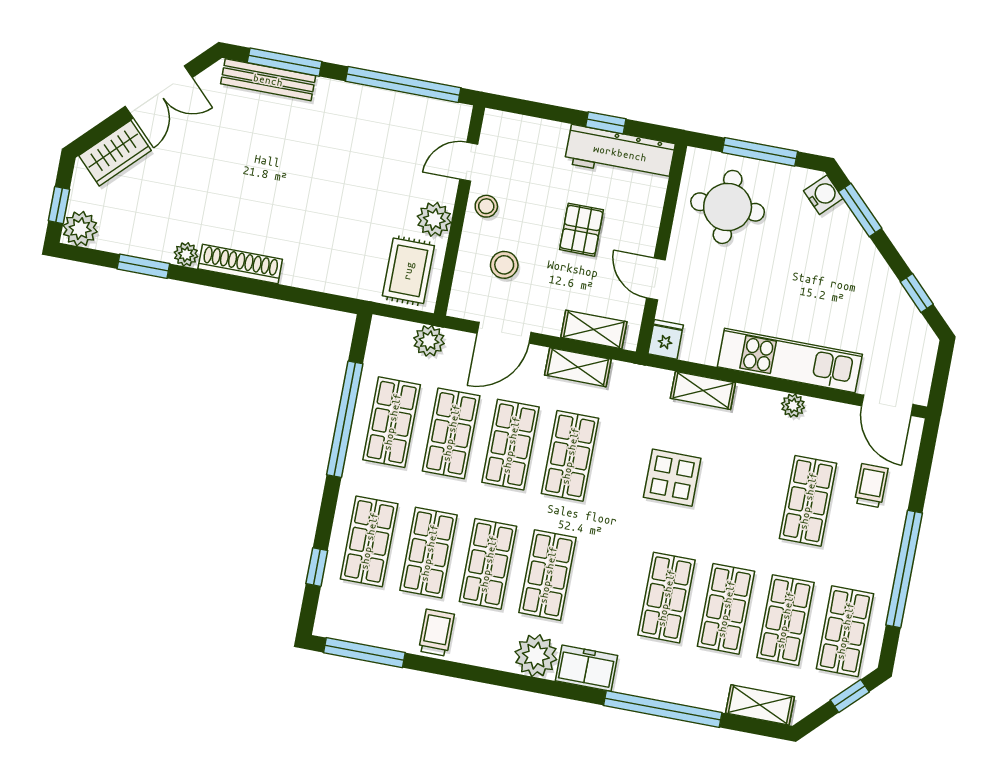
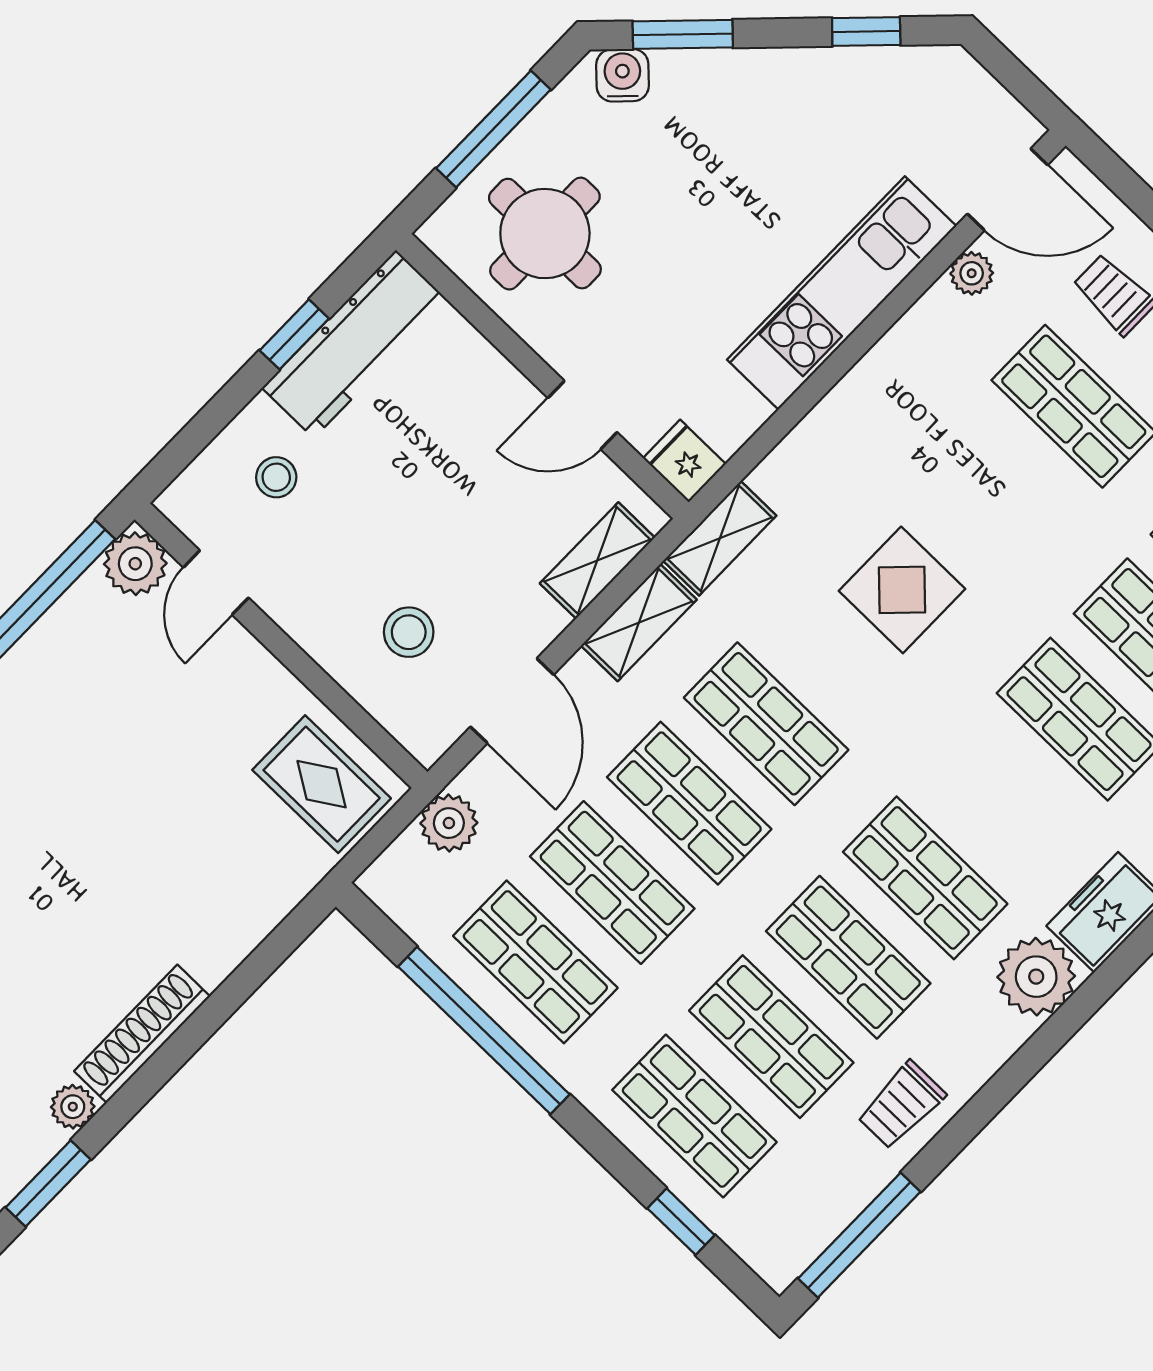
stool: (486, 206) -> (276, 477), moved
plant: (434, 219) -> (135, 564), moved
pallet: (581, 230) -> (433, 479), removed
shelving: (703, 391) -> (720, 538), moved
plant: (793, 406) -> (972, 273), moved
trolley: (436, 633) -> (901, 1105), turned -90

